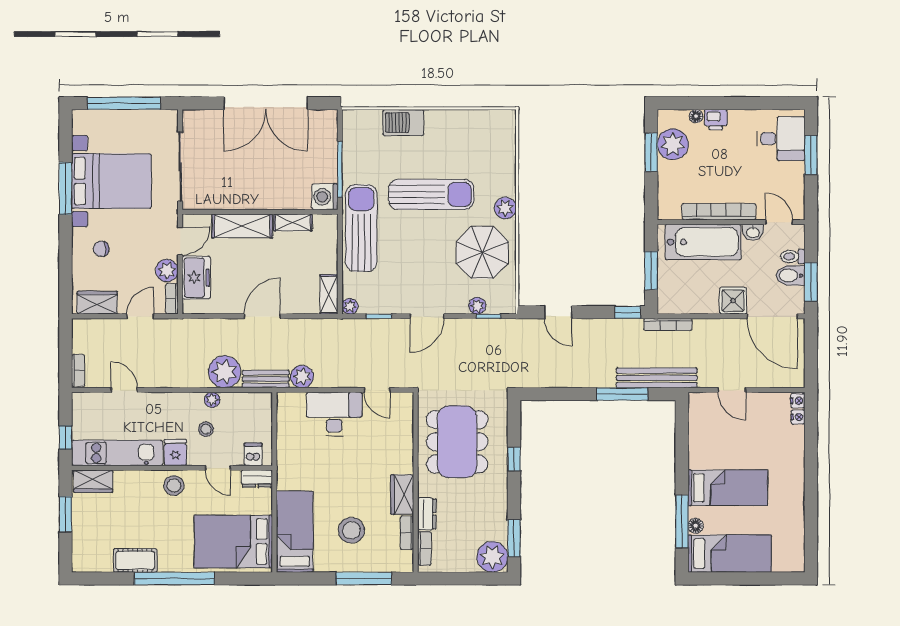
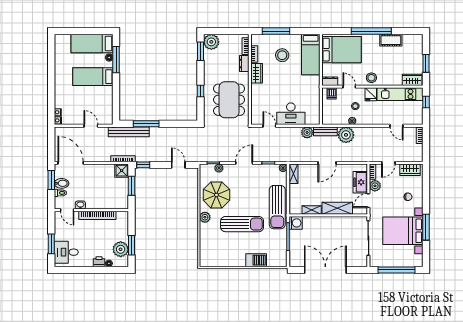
sun lounger: (431, 194) -> (242, 224), turned 180
bathtub: (703, 242) -> (105, 200), removed
shower: (733, 301) -> (122, 171), moved

